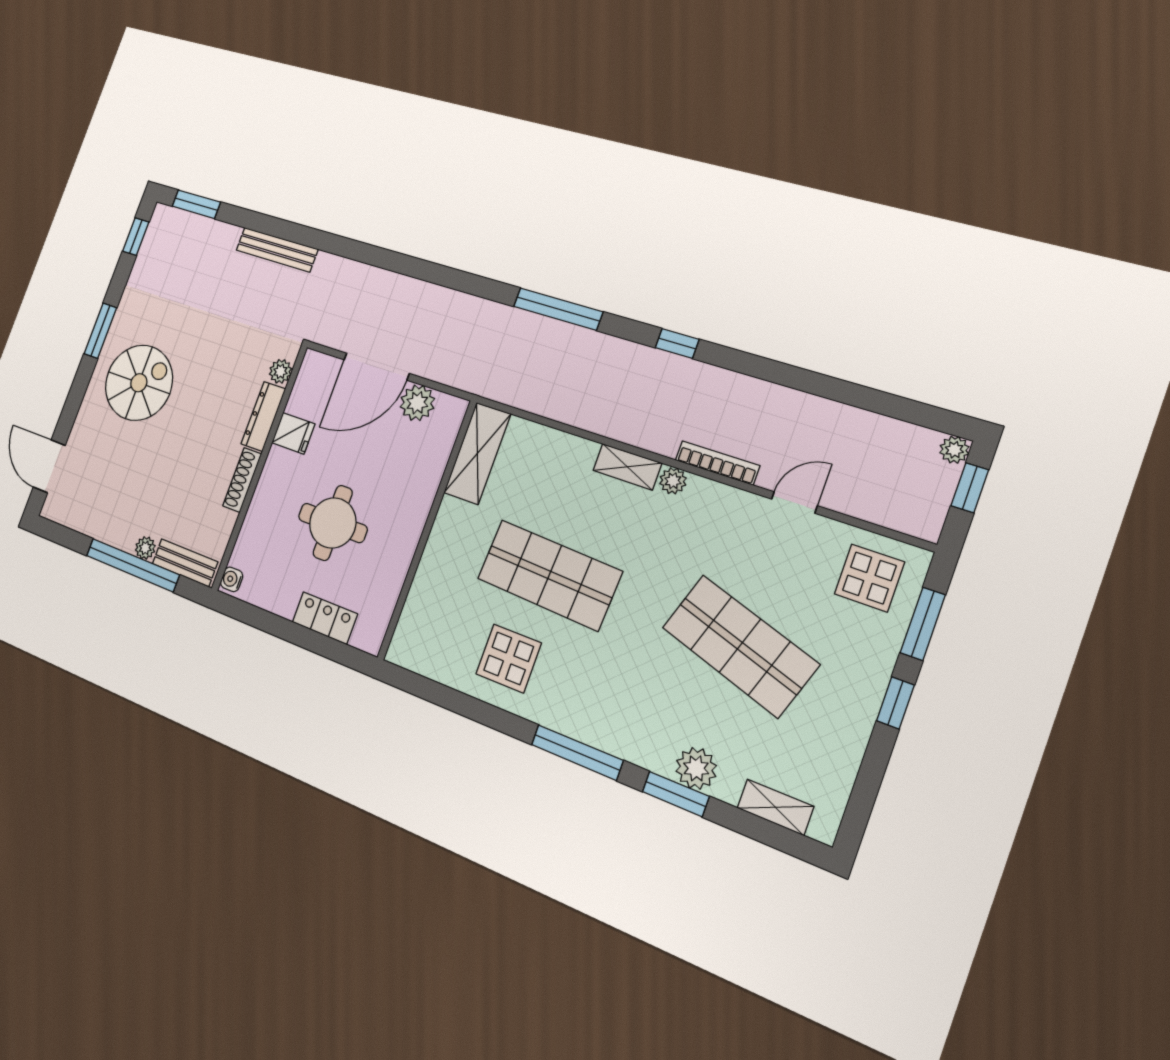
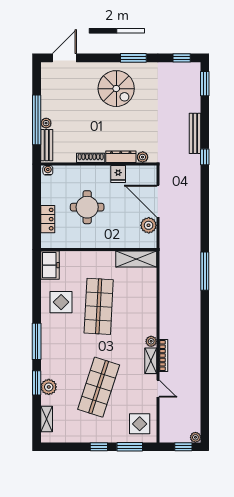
window: (677, 344) -> (205, 157), moved
shelving: (627, 467) -> (151, 361), moved
freezer: (420, 651) -> (50, 265), added

